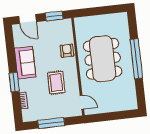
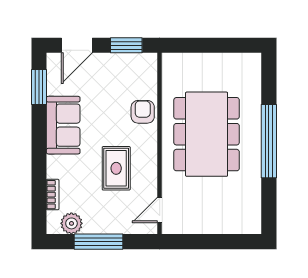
door: (28, 19) -> (77, 45), hinge flipped
window: (14, 82) -> (39, 87), moved
door: (82, 102) -> (160, 210), swing flipped
plant: (36, 115) -> (71, 223), added

